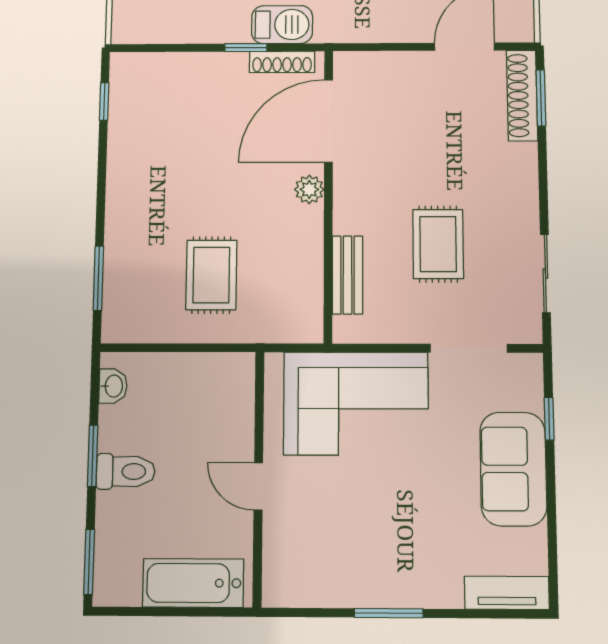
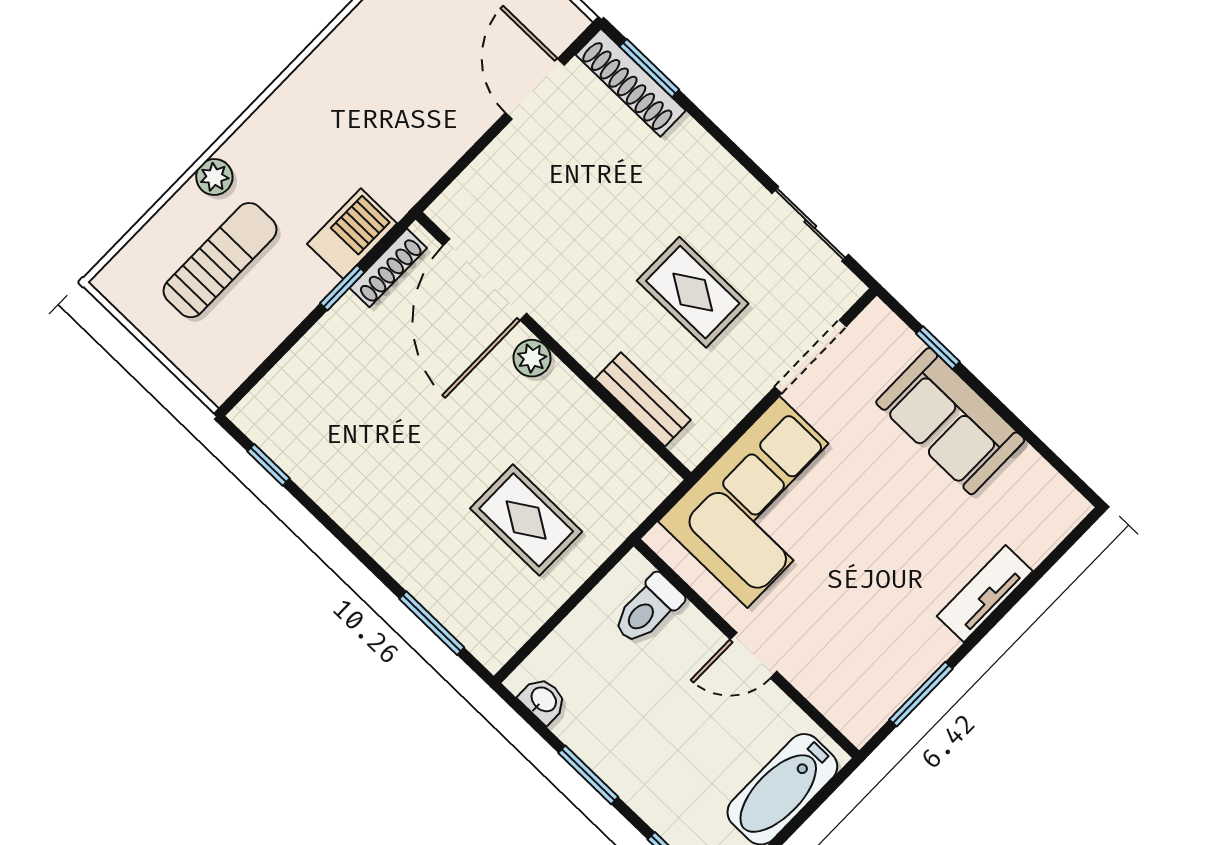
toilet: (126, 471) -> (648, 609), moved, turned 180
tv unit: (507, 593) -> (985, 594), moved
window: (389, 613) -> (921, 694), moved

